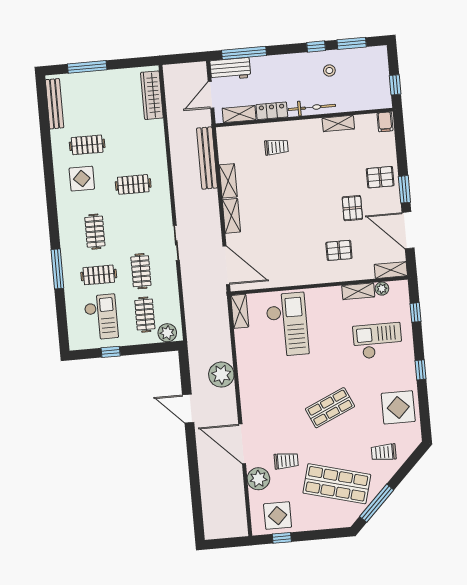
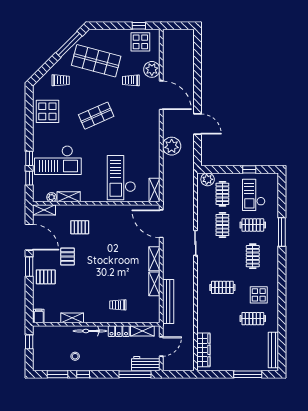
checkout: (378, 341) -> (58, 160), width x1.36, depth x1.21
window: (421, 370) -> (29, 158), moved

